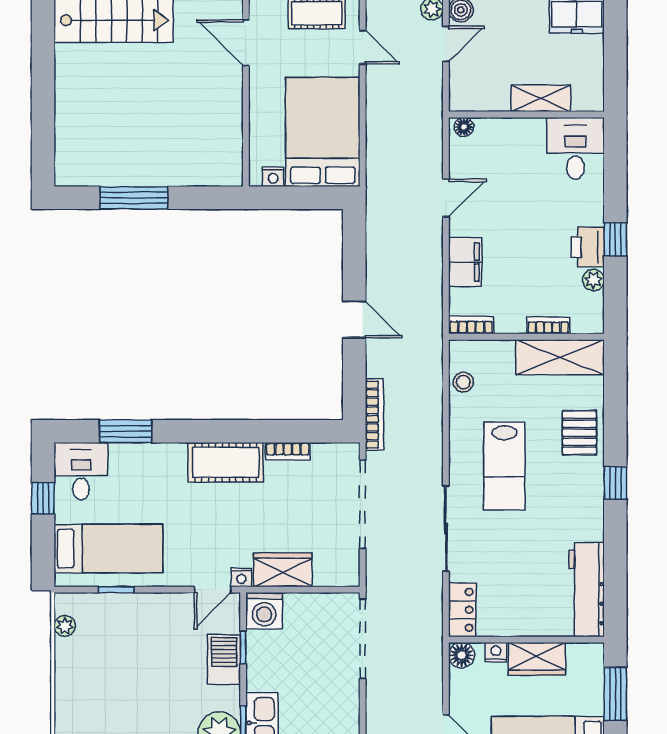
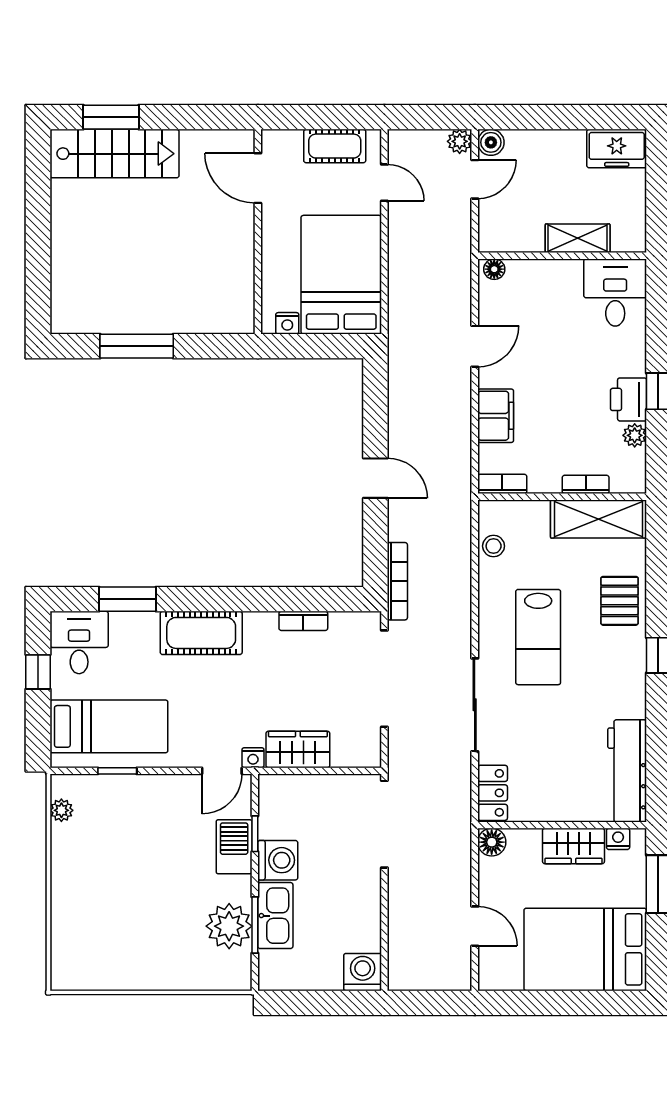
cot: (226, 462) -> (201, 633), moved
washing machine: (264, 611) -> (278, 860), moved, turned -90
nightstand: (496, 652) -> (618, 839), moved

